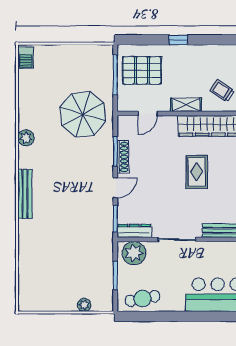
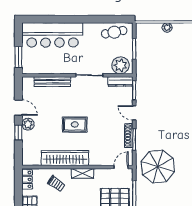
door: (148, 113) -> (121, 167), moved
rug: (197, 172) -> (75, 124), turned 90
door: (115, 188) -> (134, 113), hinge flipped
plant: (84, 305) -> (167, 27), moved

